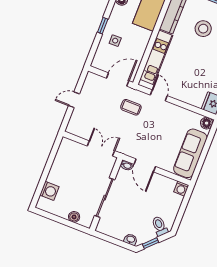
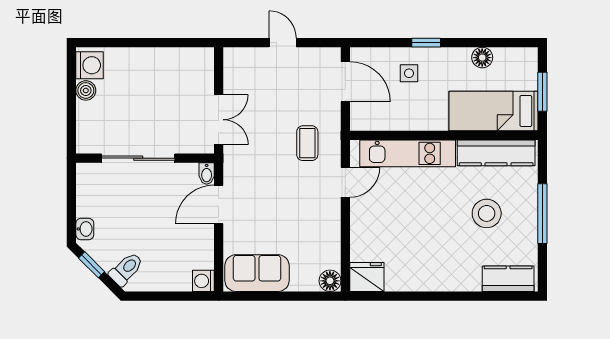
door: (118, 79) -> (345, 82), moved
sofa: (190, 153) -> (257, 273), width x0.73
washing machine: (49, 191) -> (90, 65), moved, turned -90
boiler: (74, 217) -> (86, 90), moved

